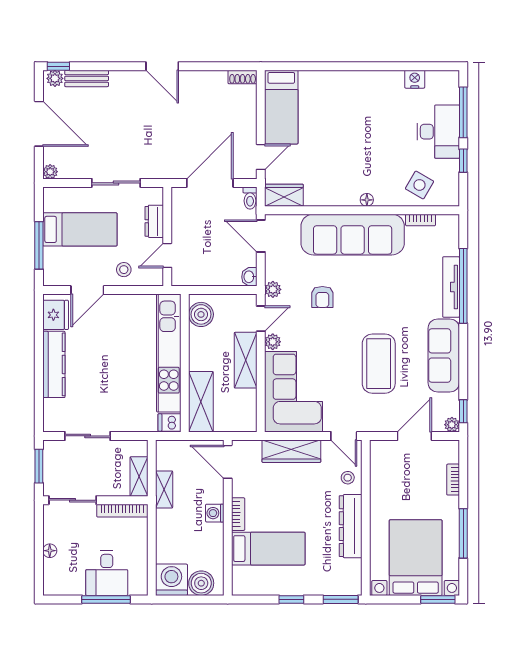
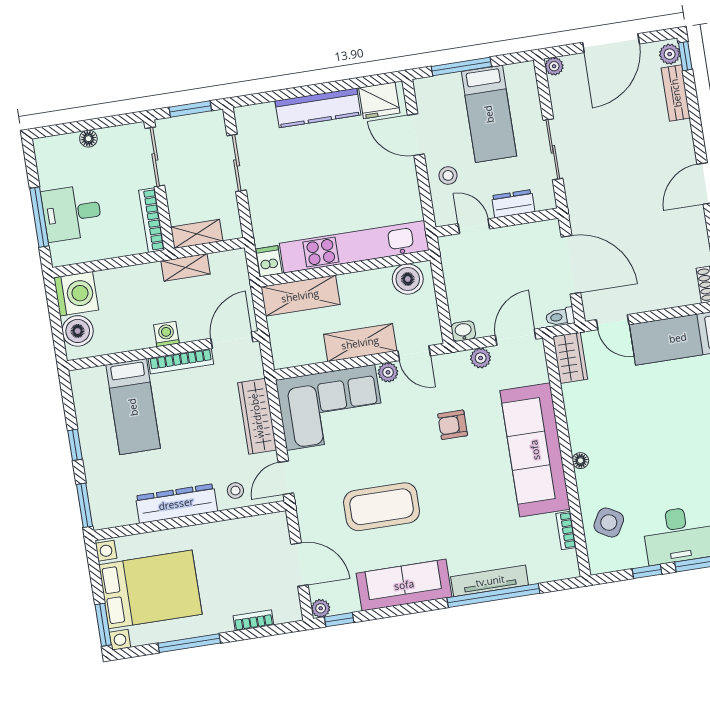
plant: (273, 289) -> (481, 358), moved
bookcase: (238, 514) -> (181, 361), width x1.56

